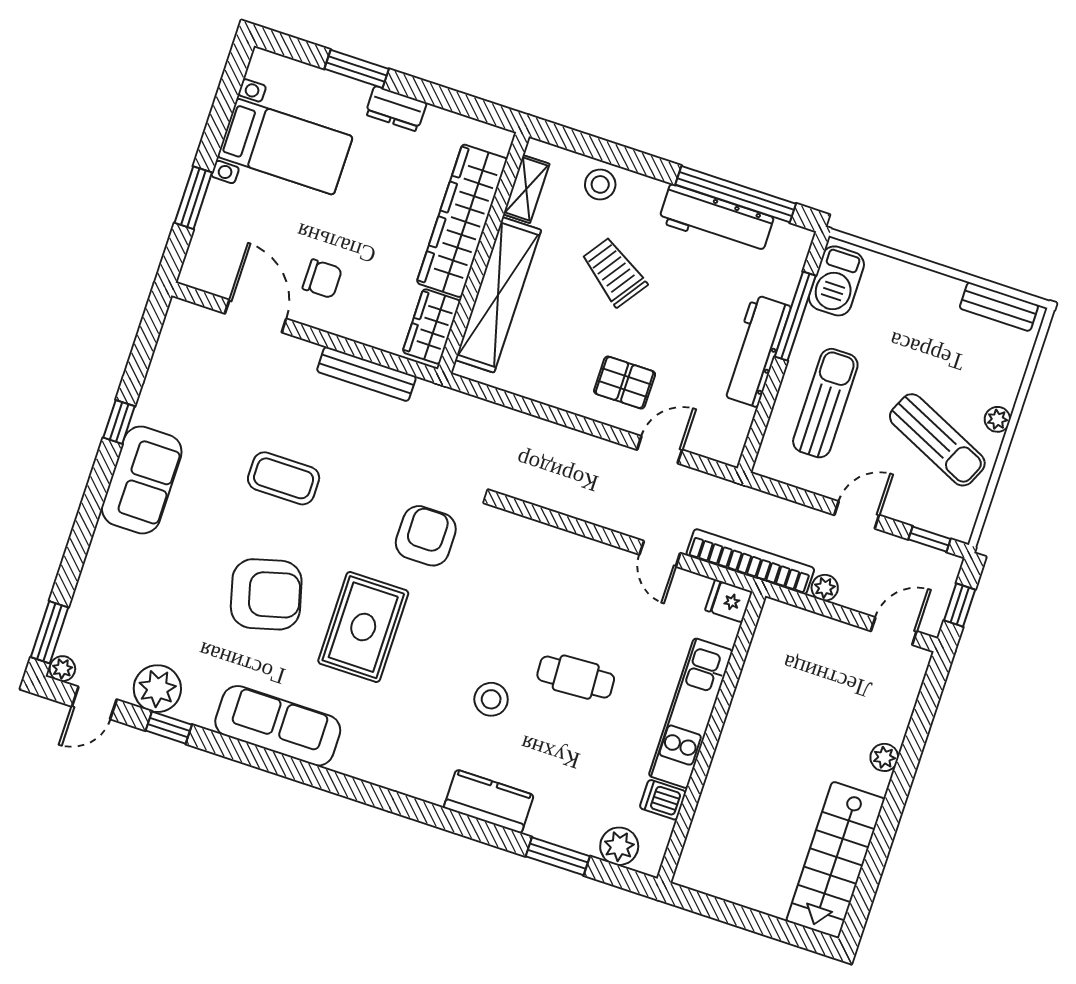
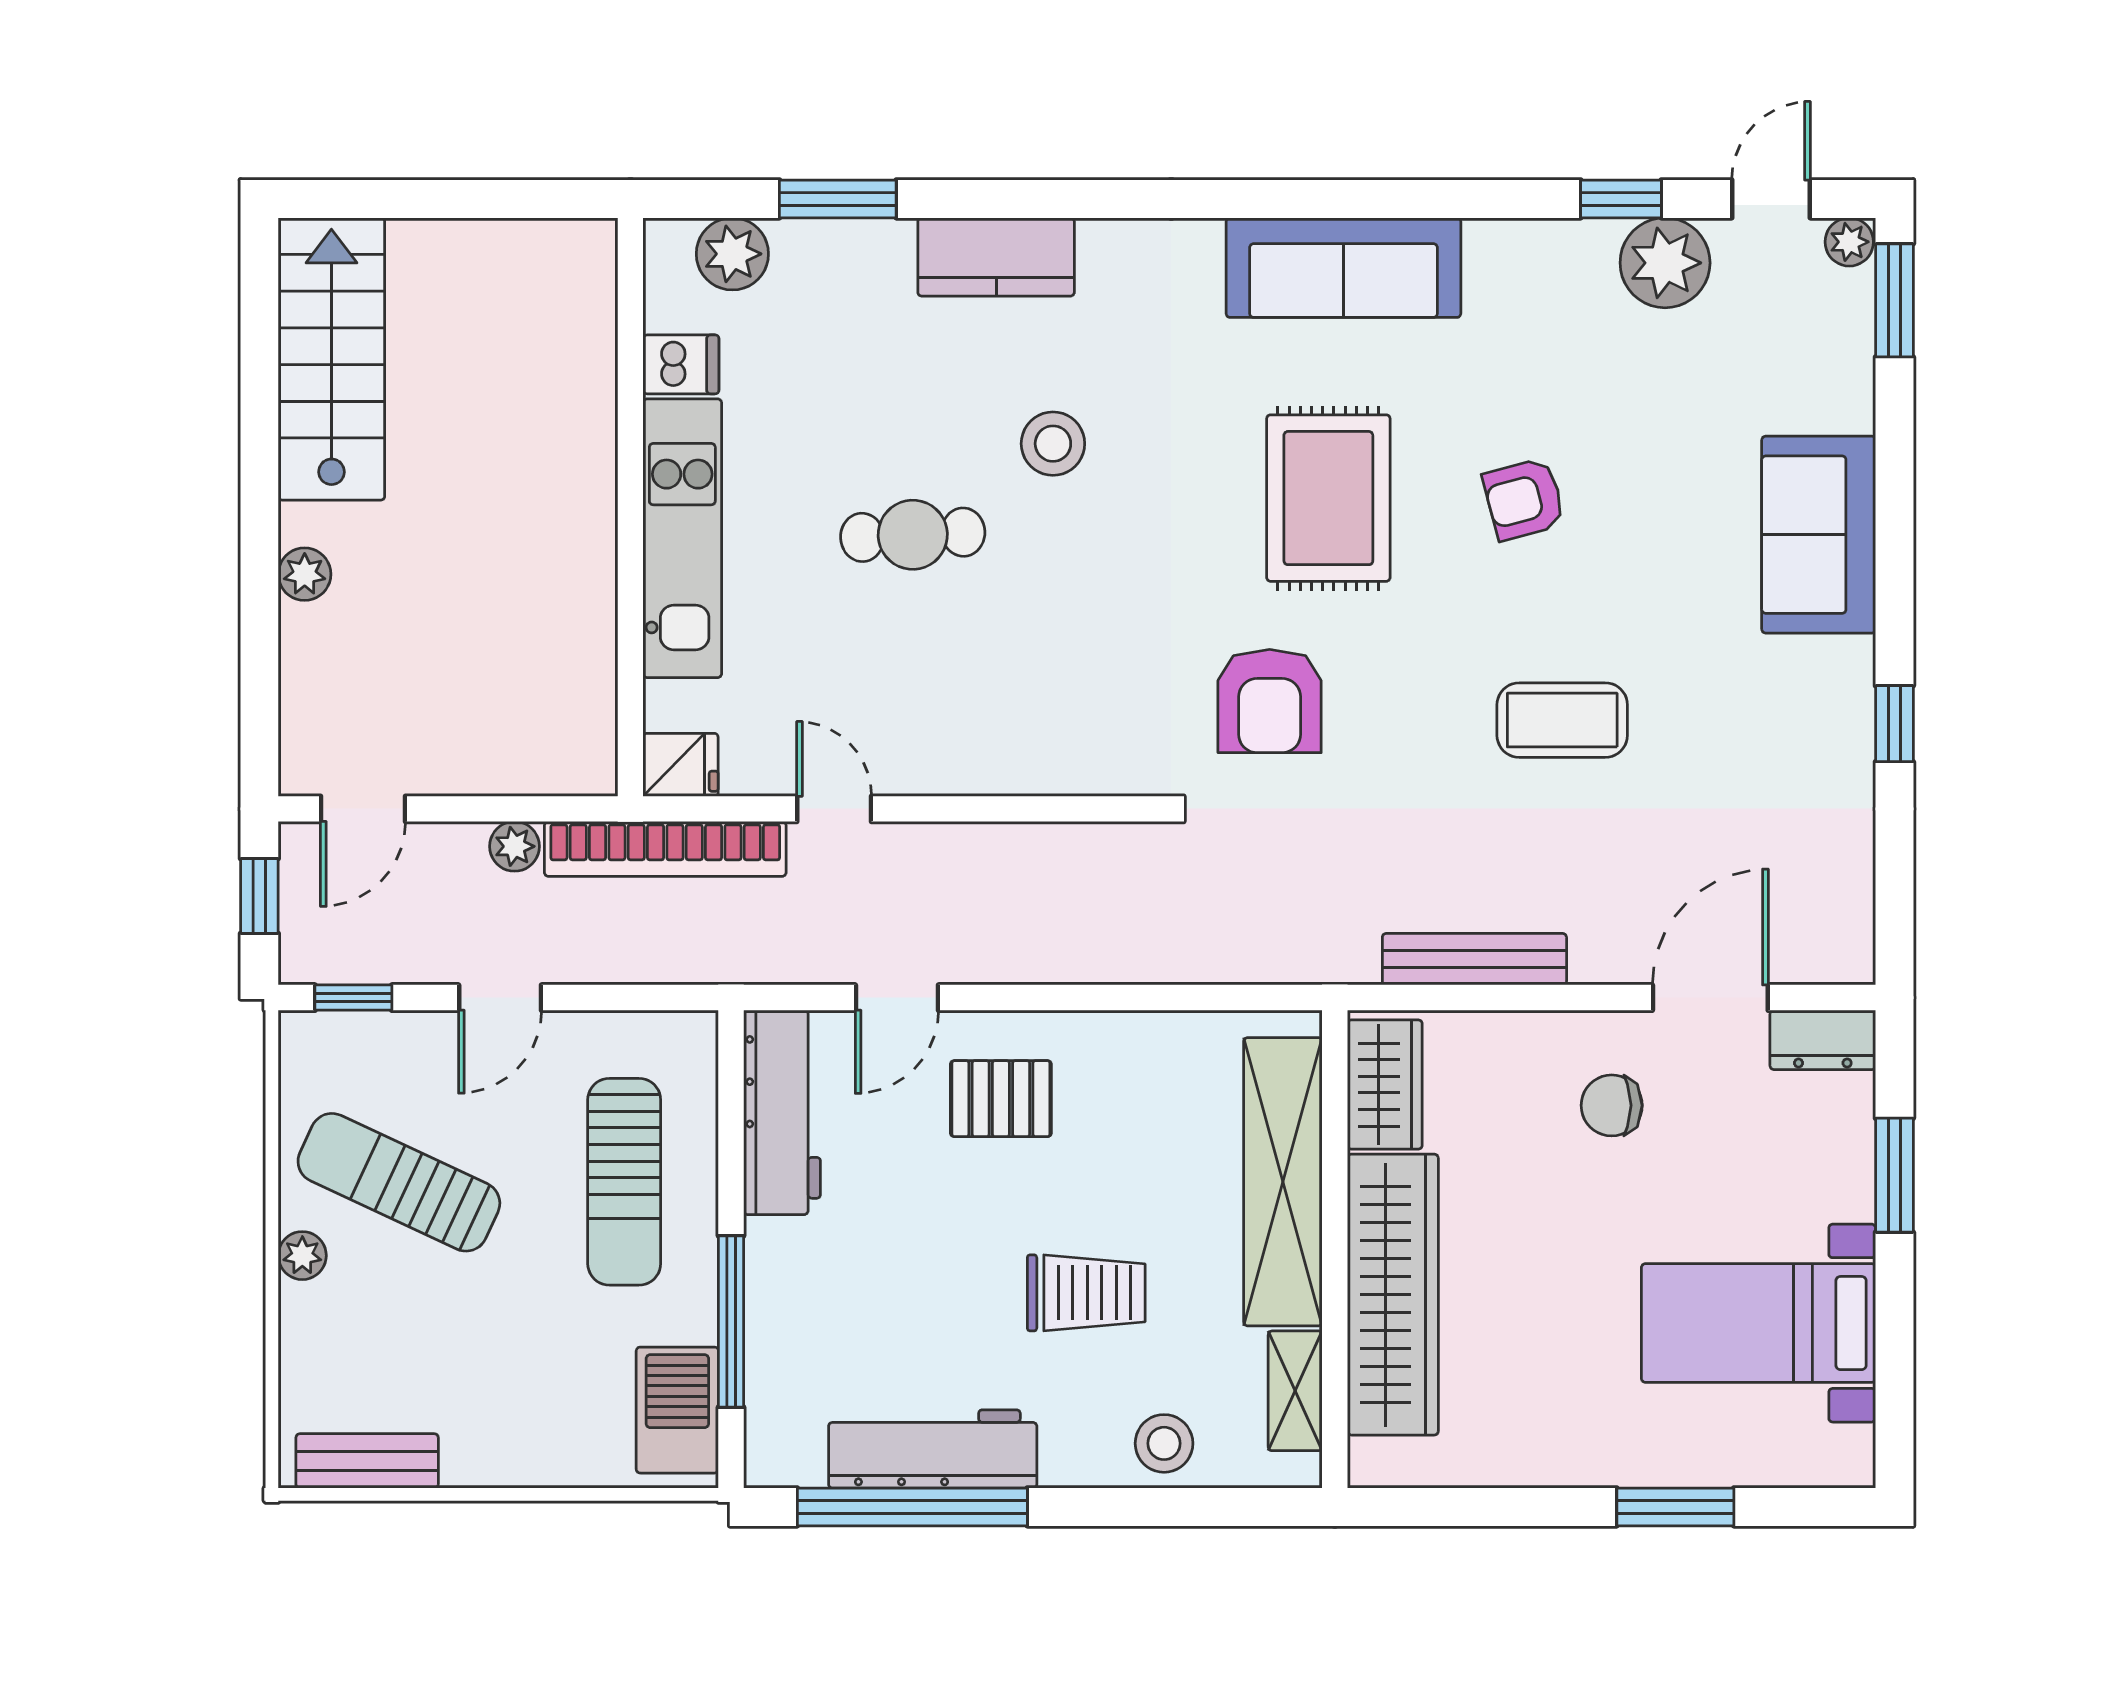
dresser: (396, 109) -> (1823, 1040), moved, turned 180
trolley: (614, 272) -> (1086, 1293), turned -35
door: (256, 316) -> (1710, 998), swing flipped
workbench: (756, 351) -> (782, 1112), moved
sofa: (142, 480) -> (1819, 535), moved
armchair: (266, 594) -> (1524, 499), width x0.53, depth x0.53
sofa: (278, 726) -> (1343, 268), moved

